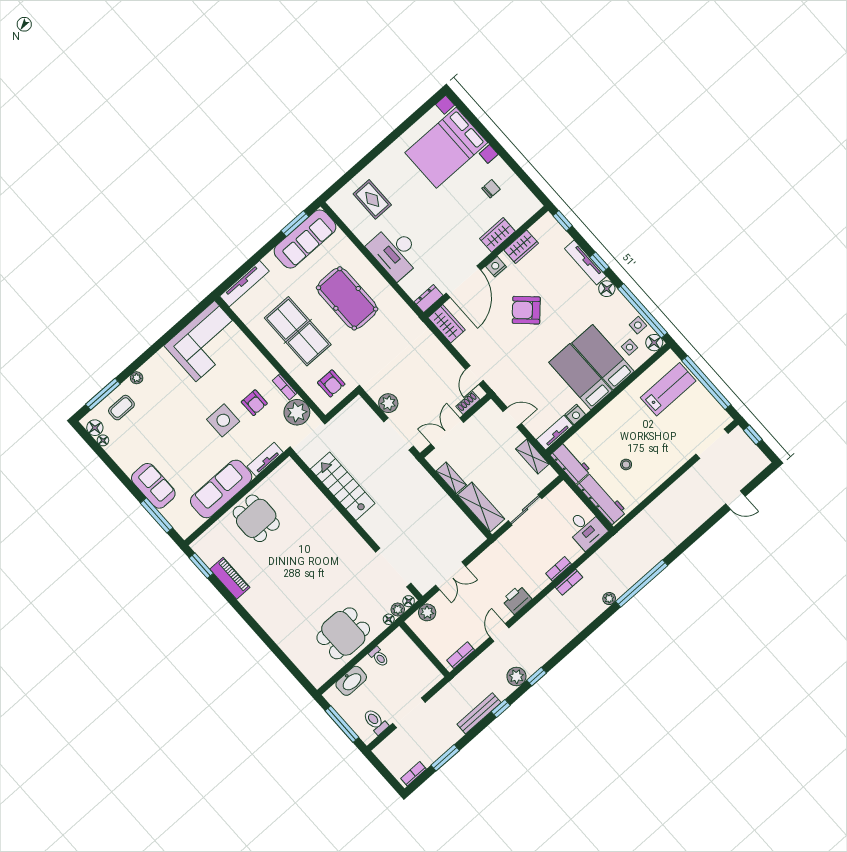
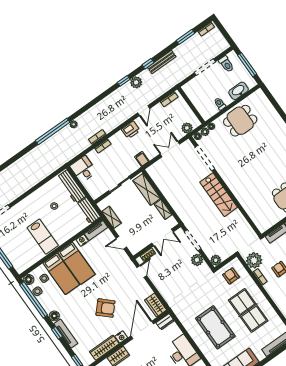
wardrobe: (521, 247) -> (104, 348), width x1.50
lab bench: (668, 389) -> (43, 237), moved, turned -90
plant: (358, 406) -> (216, 260), added
stairs: (343, 486) -> (219, 195), moved
filing cabinet: (494, 555) -> (142, 159), added

